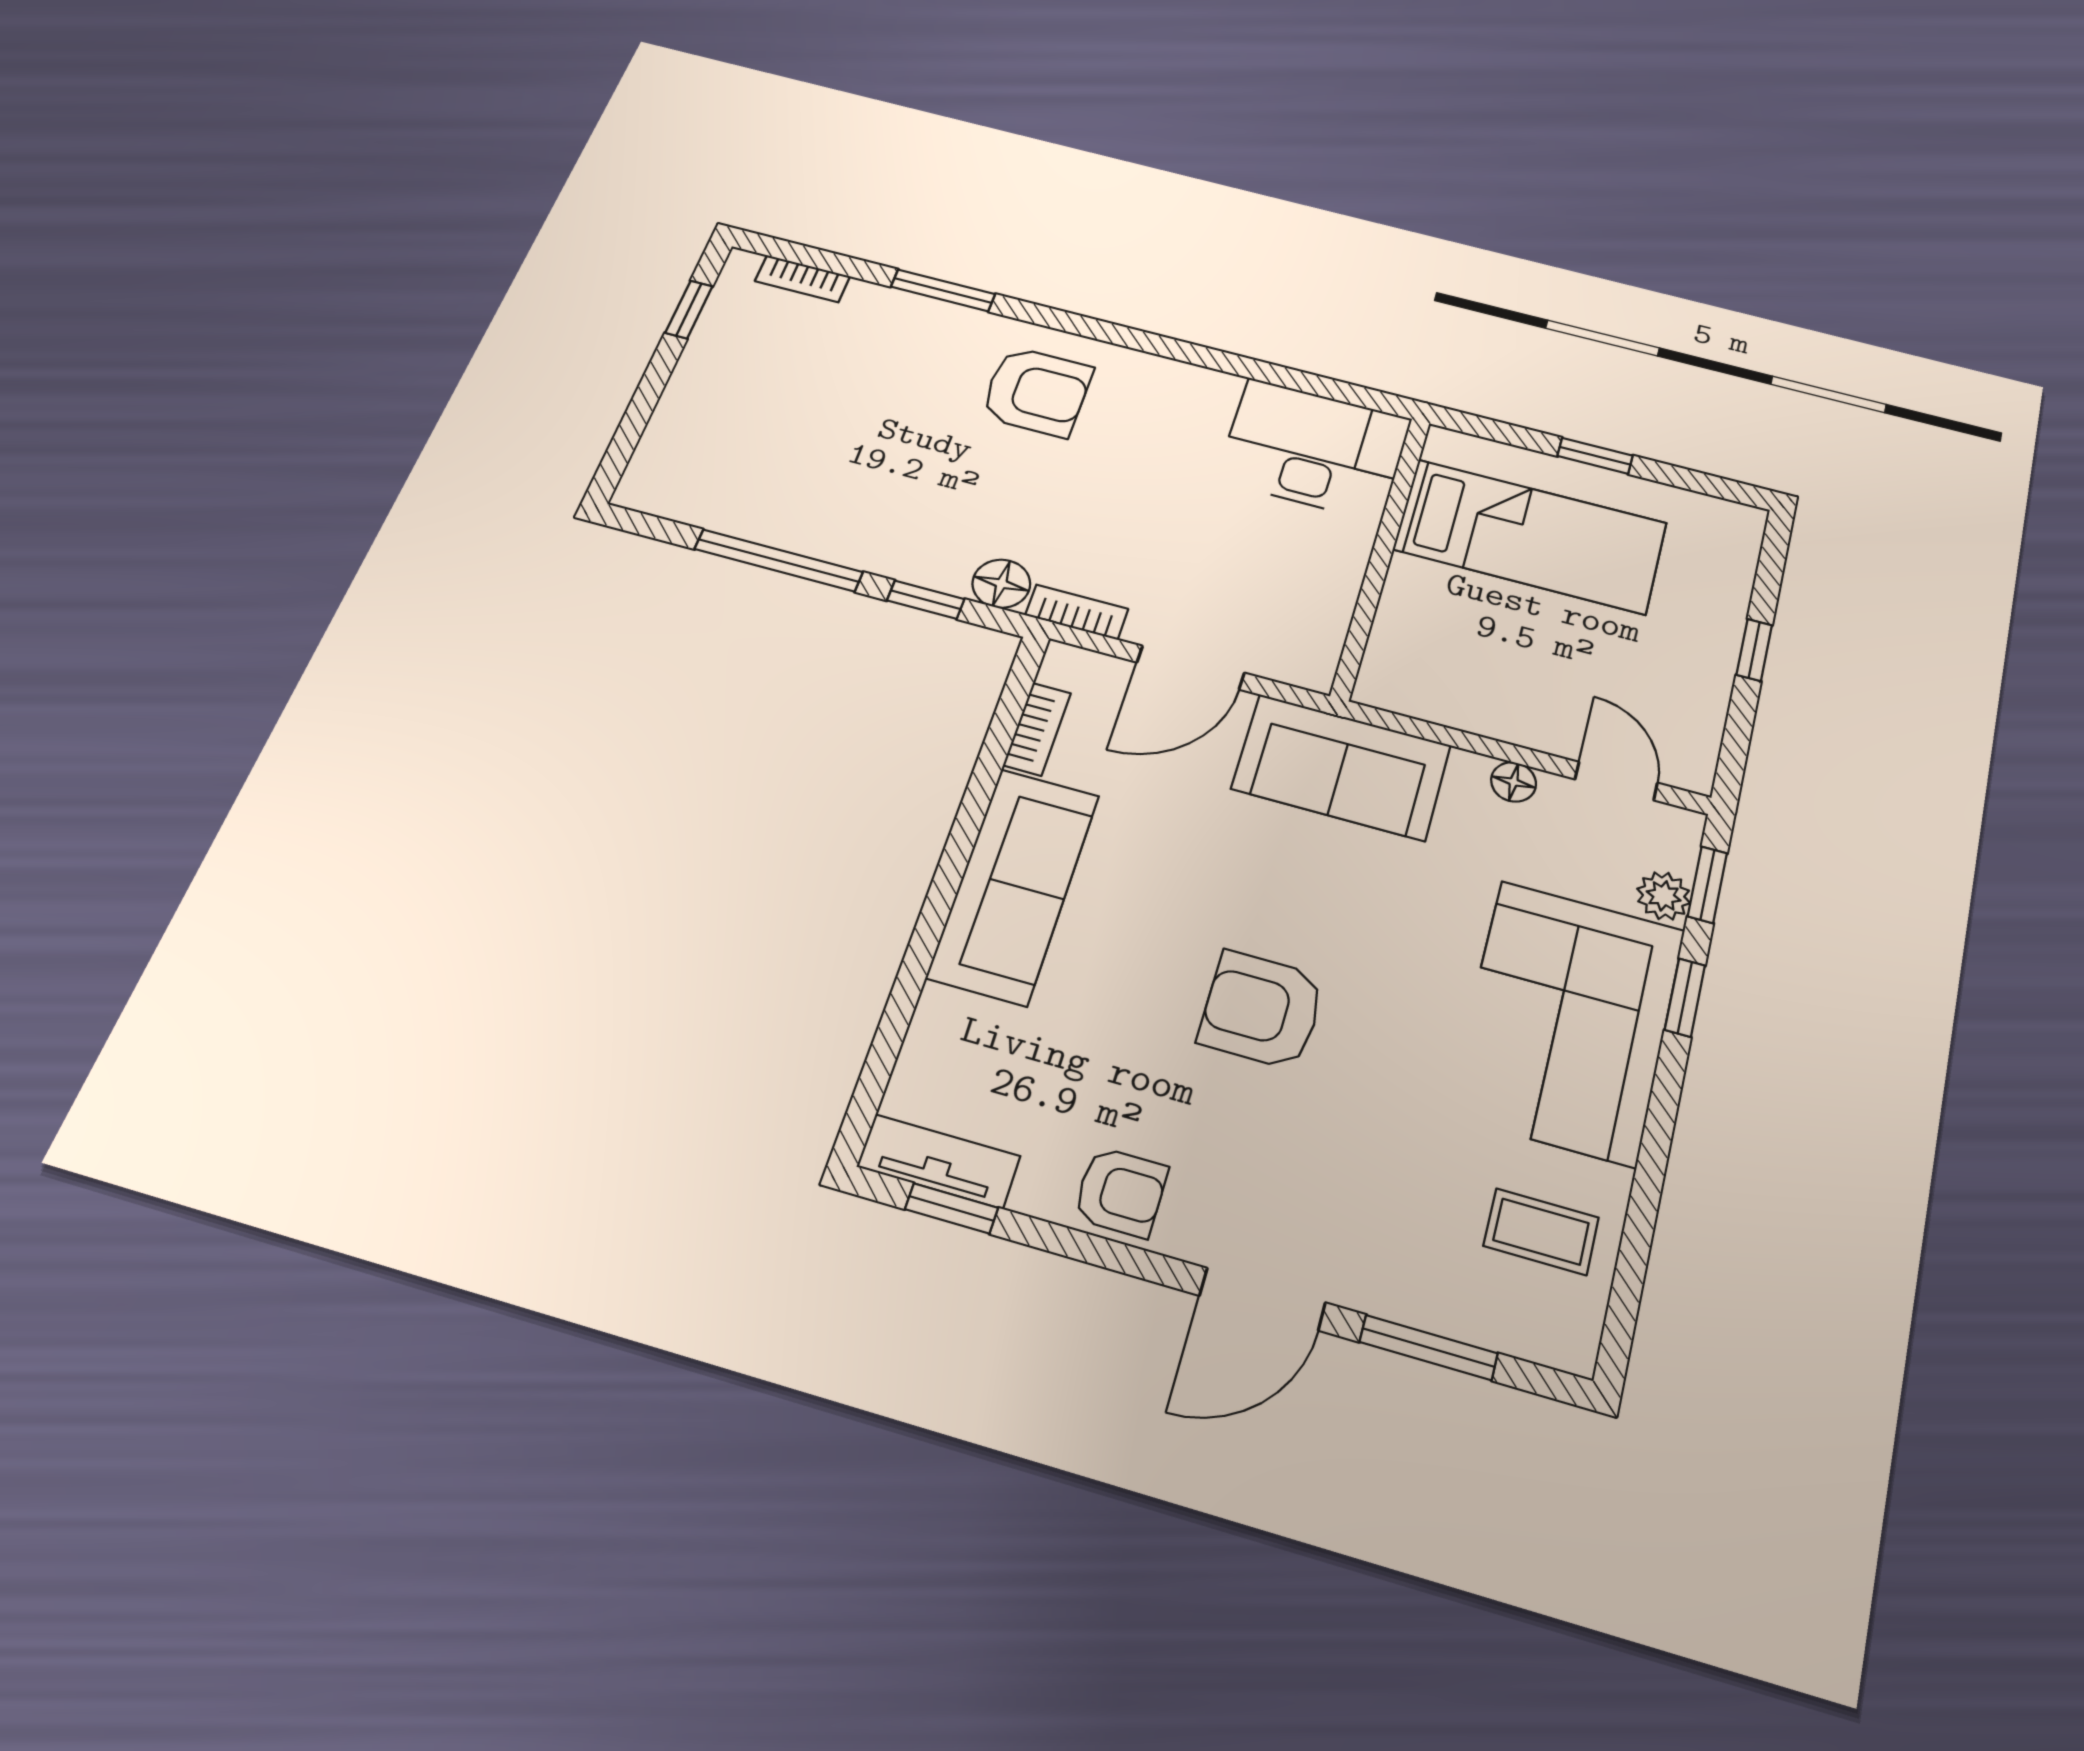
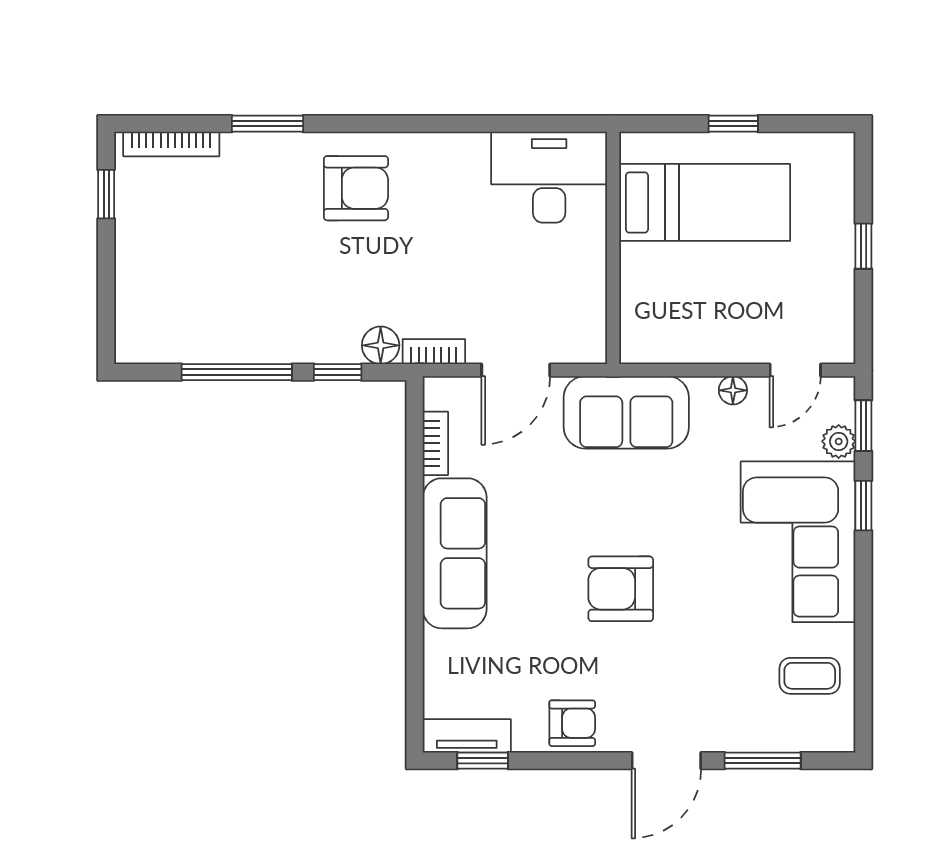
bookcase: (803, 279) -> (171, 144), width x1.56
door: (1616, 781) -> (795, 370), swing flipped

